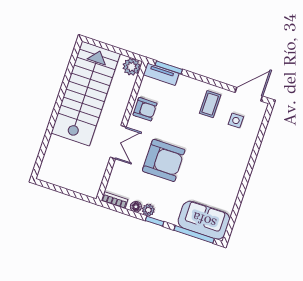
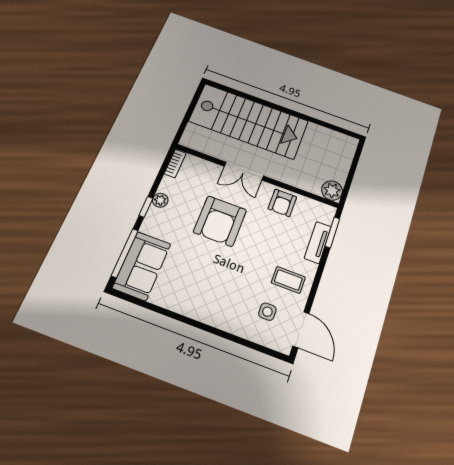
tv unit: (161, 74) -> (318, 242), moved
stairs: (86, 93) -> (249, 121), moved
floor lamp: (136, 207) -> (165, 186), removed

